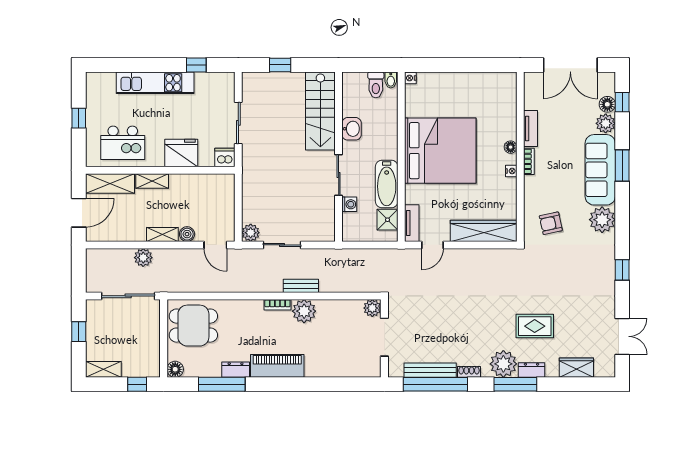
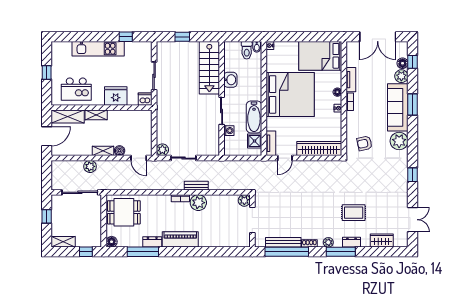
bed: (485, 93) -> (320, 56), added
plant: (503, 364) -> (328, 242), width x0.53, depth x0.53

